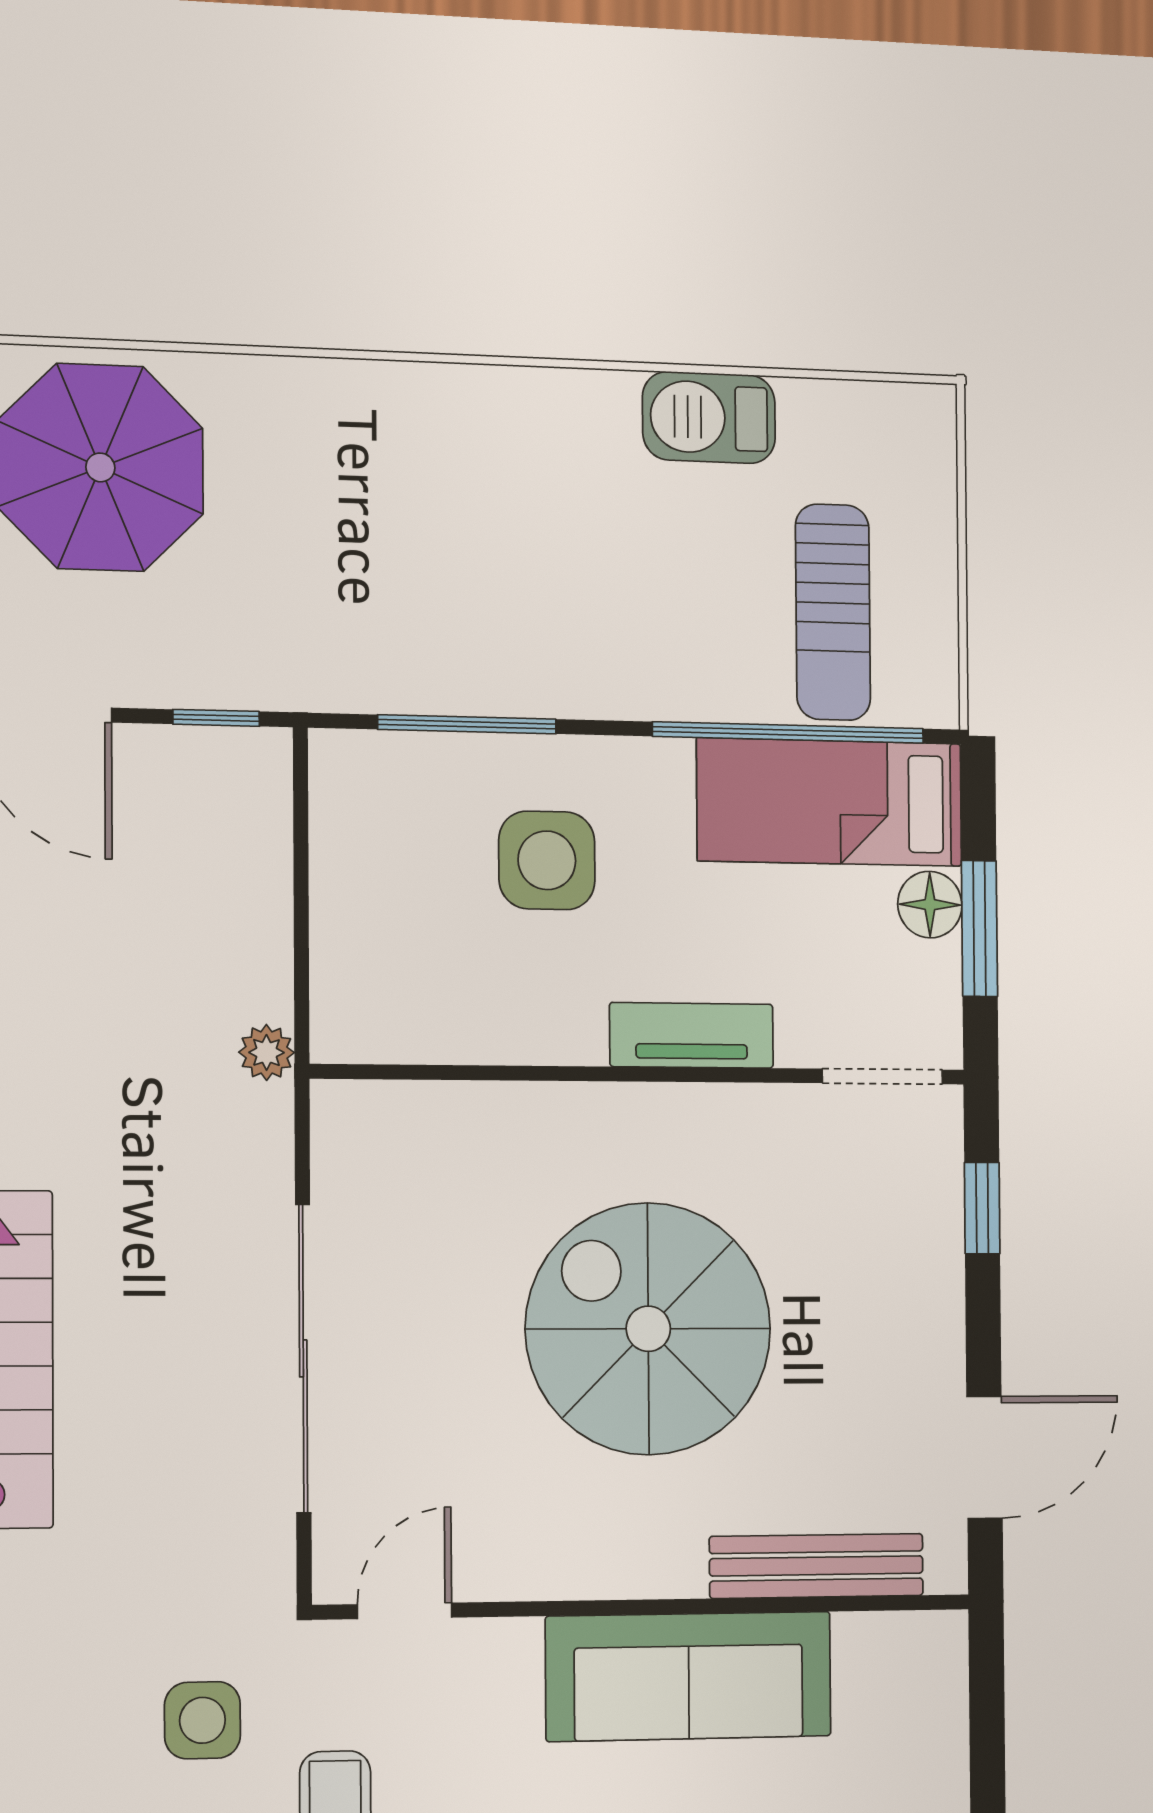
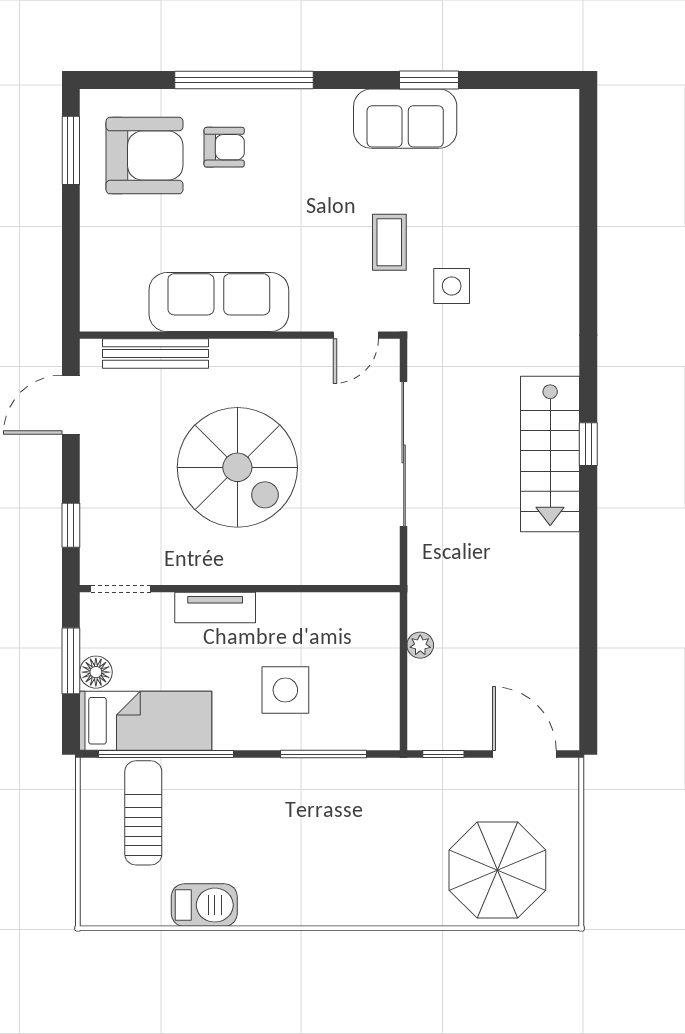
plant: (267, 1052) -> (420, 645), moved

